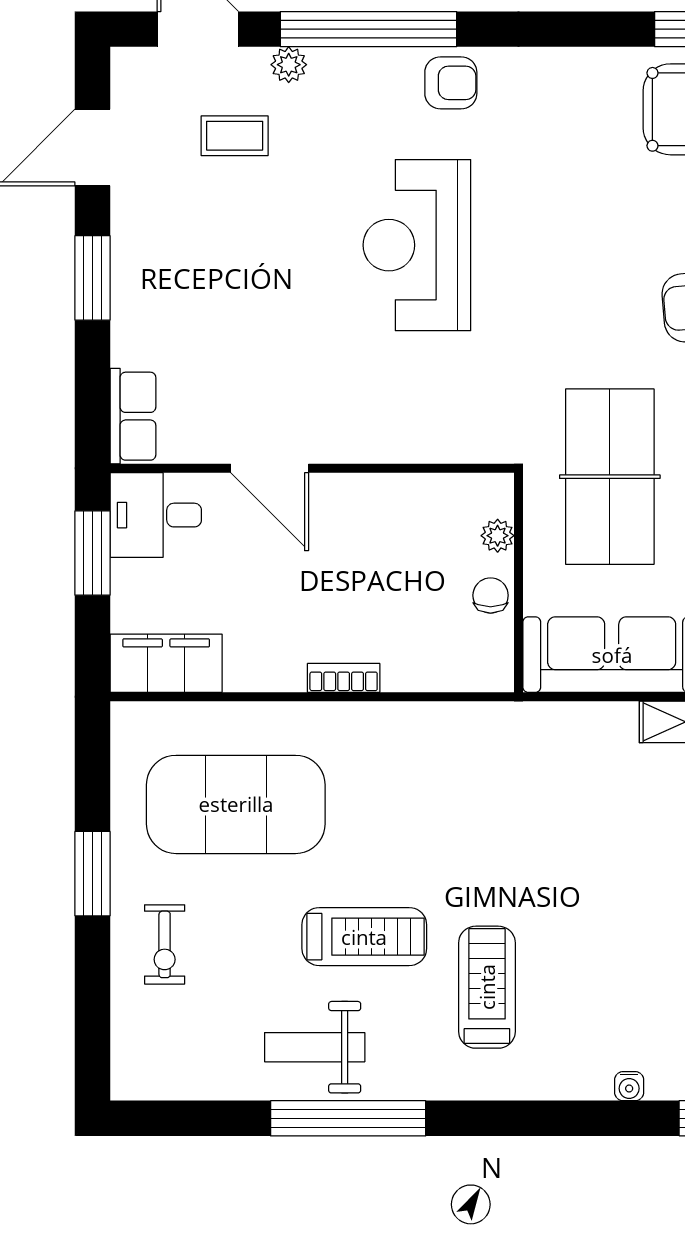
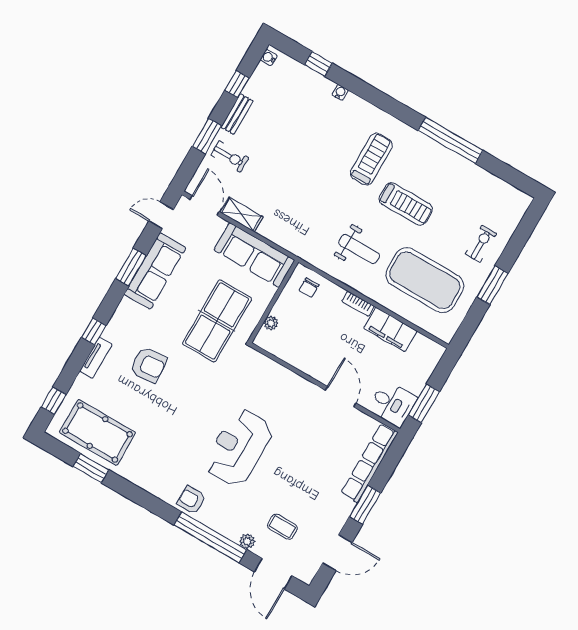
reception desk: (417, 245) -> (239, 447), turned 180
row of seats: (133, 416) -> (369, 463), width x2.02
chair: (491, 595) -> (309, 288), moved
filing cabinet: (166, 663) -> (390, 330), moved
treadmill: (364, 937) -> (406, 204), turned 180
treadmill: (487, 987) -> (371, 159), turned 180
weight bench: (315, 1047) -> (359, 249), moved

